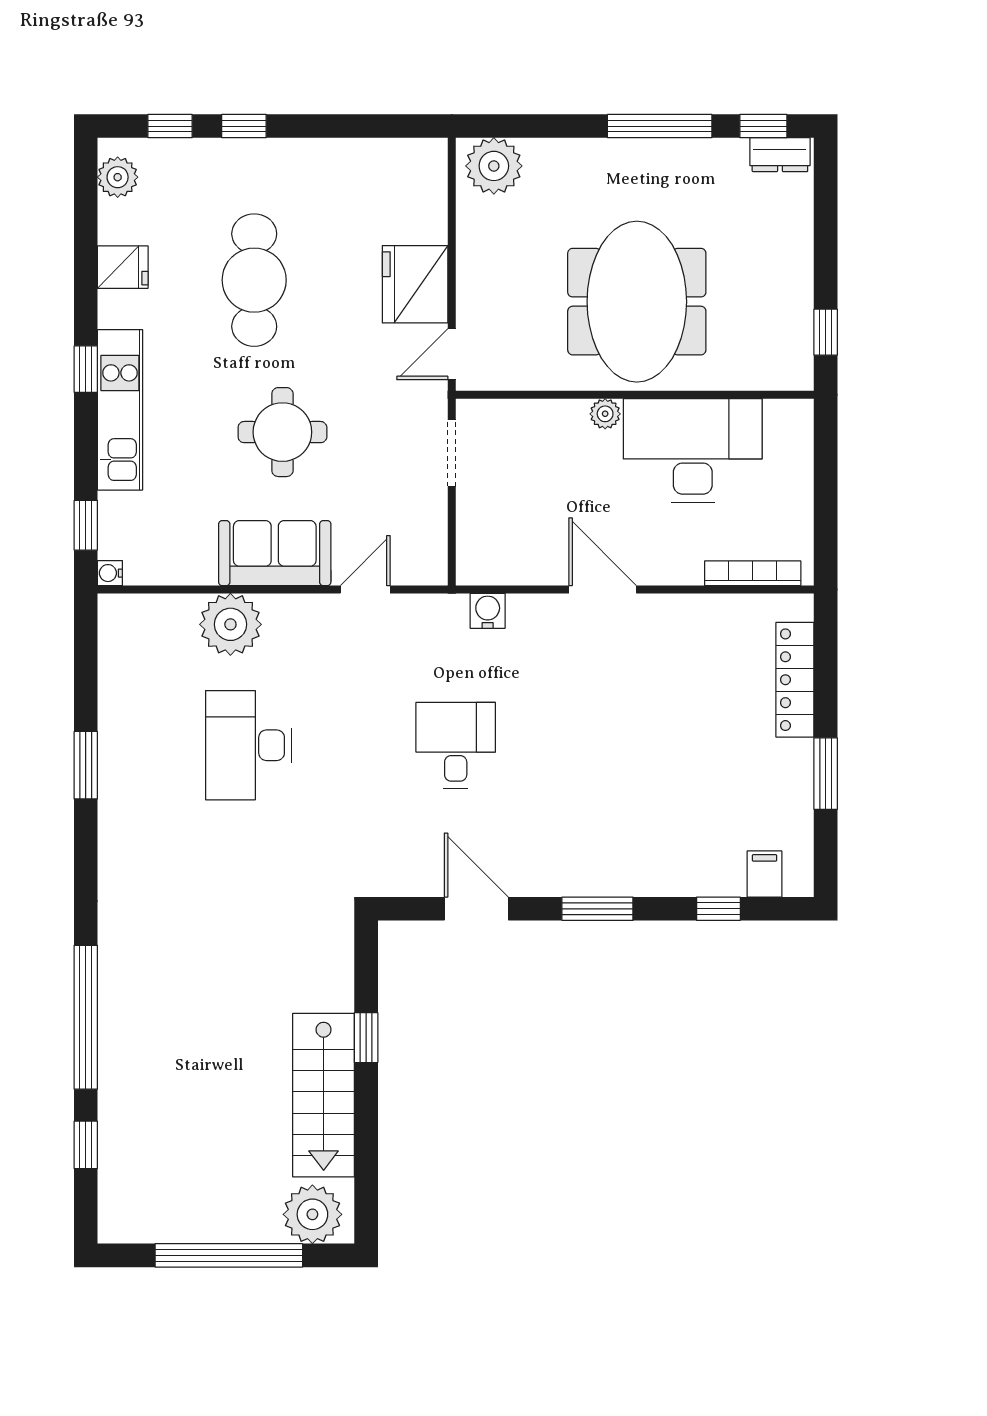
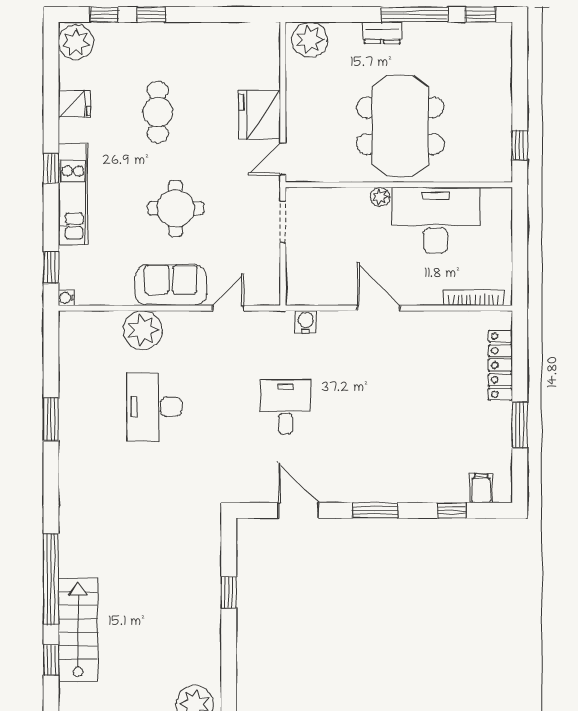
dresser: (780, 155) -> (382, 33), moved
plant: (118, 177) -> (76, 42), width x1.36, depth x1.36
cafe table: (254, 280) -> (158, 112), width x0.73, depth x0.74
stairs: (324, 1095) -> (78, 630), moved, turned 180

